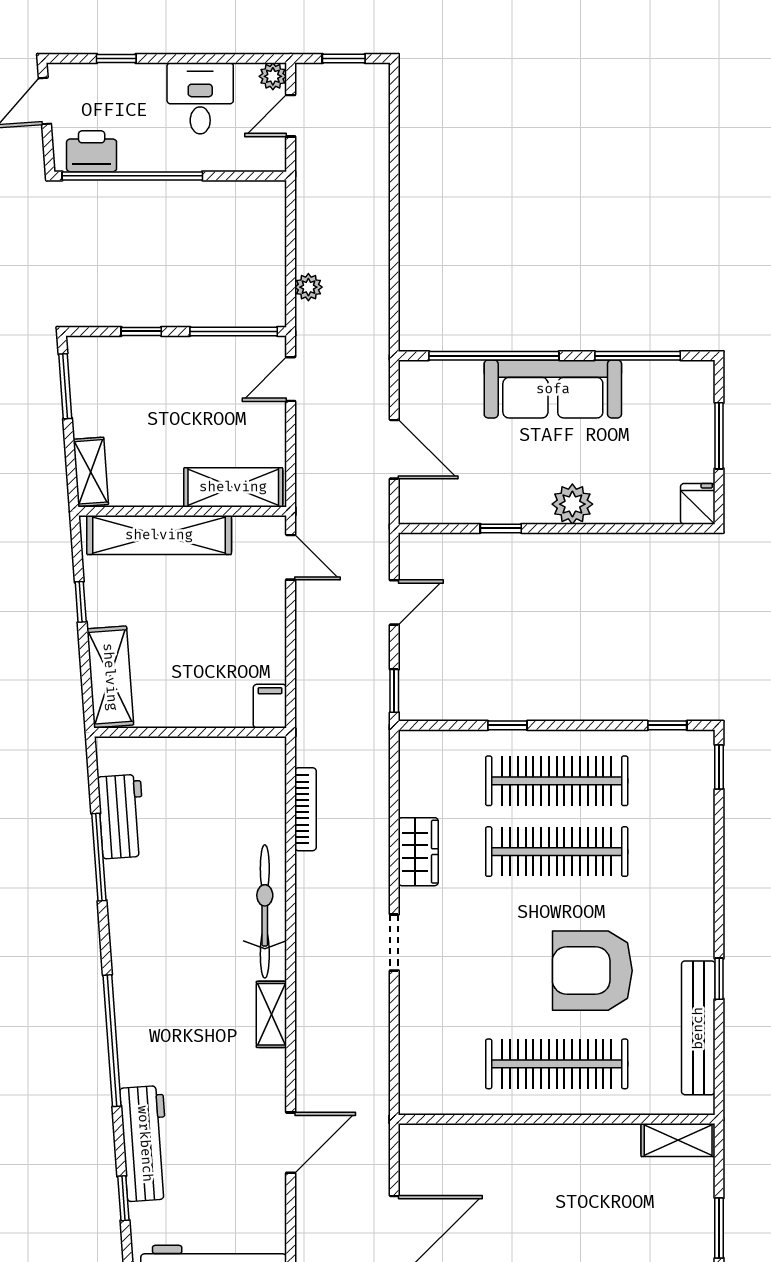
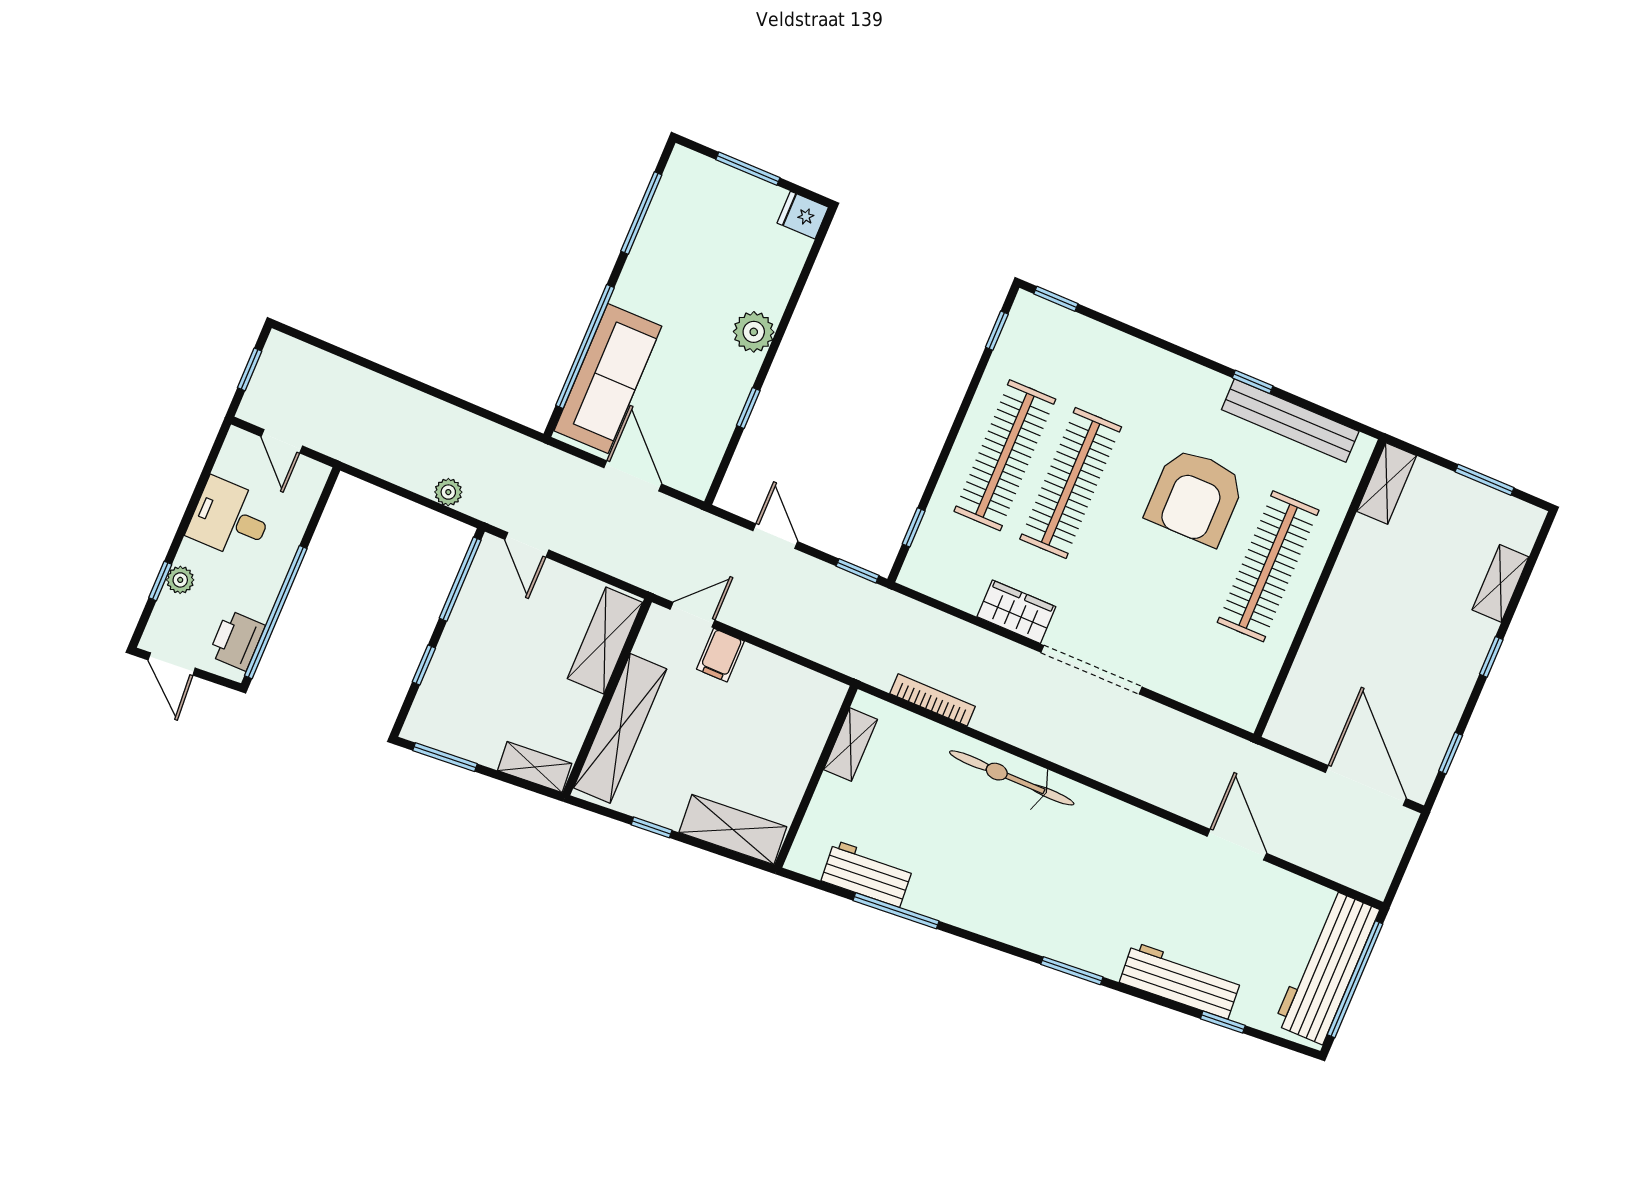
plant: (273, 76) -> (180, 580), moved
sofa: (553, 389) -> (608, 378), moved
door: (394, 449) -> (633, 476), hinge flipped
filing cabinet: (270, 706) -> (720, 655), moved, turned -90
window: (507, 725) -> (914, 527), moved
doorway: (394, 943) -> (1092, 670), width x1.88
shelving: (271, 1014) -> (850, 745), moved, turned 90
window: (112, 1041) -> (1072, 971), width x0.47

